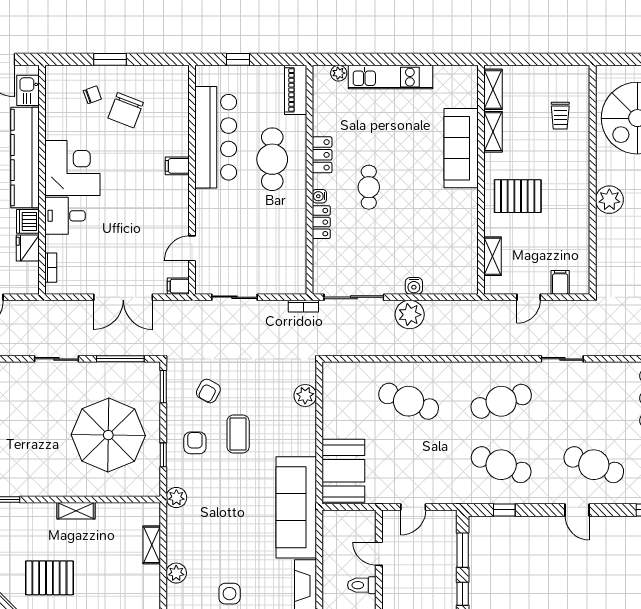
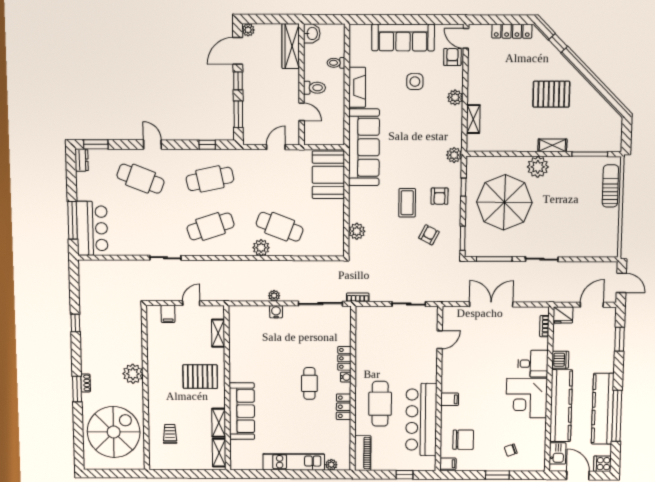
chair: (126, 110) -> (463, 440), moved, turned 69
fridge: (28, 248) -> (563, 315), moved, turned 90
filing cabinet: (178, 286) -> (448, 464), moved
plant: (410, 315) -> (274, 296), width x0.53, depth x0.53
plant: (434, 373) -> (261, 248), added
cafe table: (501, 465) -> (210, 179), turned -33
plant: (65, 482) -> (538, 167), added
shelving: (76, 511) -> (552, 145), moved

